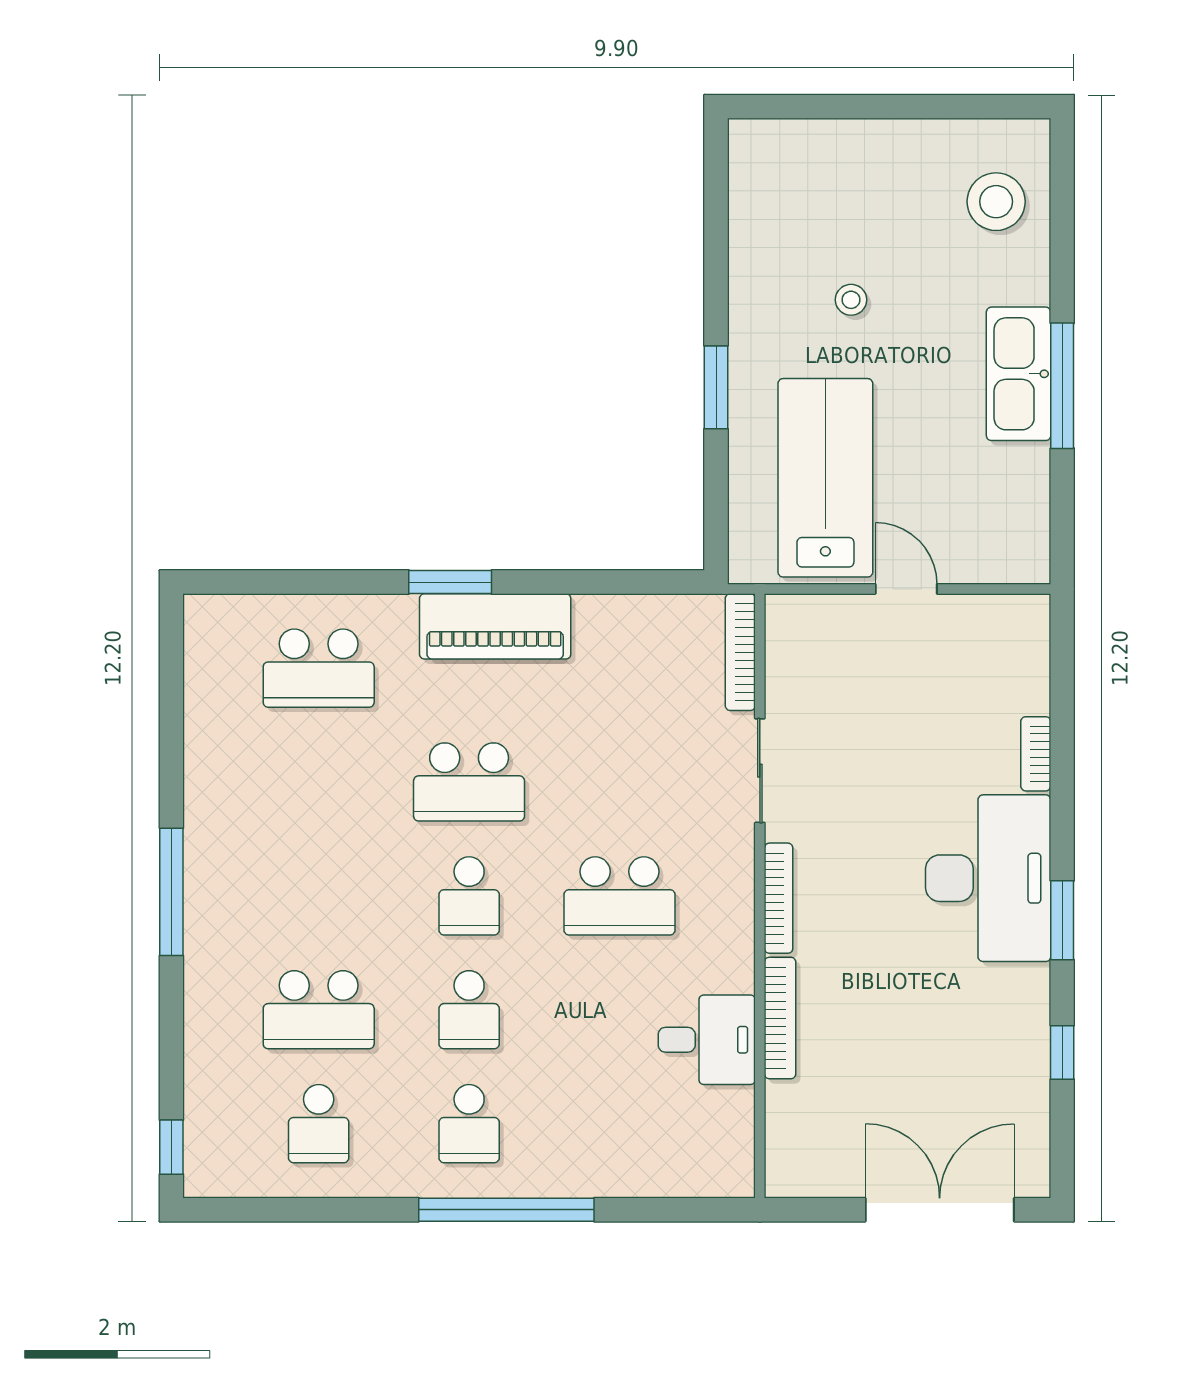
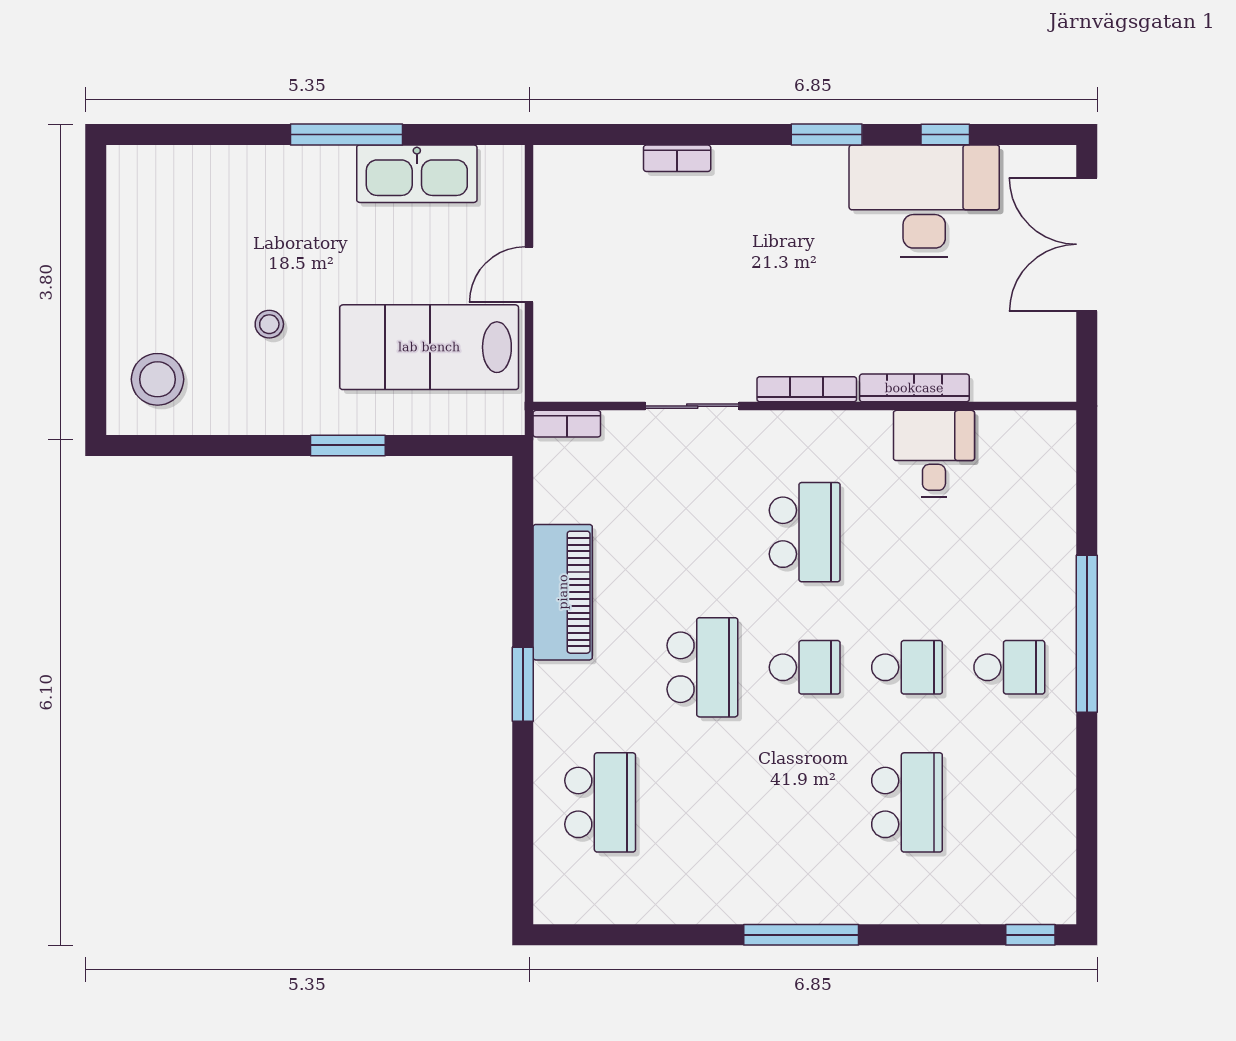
stool: (996, 202) -> (158, 379), moved
kitchen sink: (1019, 374) -> (417, 174), moved
piano: (495, 626) -> (563, 592), moved
bookcase: (740, 652) -> (567, 424), width x0.64
desk: (988, 878) -> (924, 201), moved
school desk: (319, 1124) -> (1009, 802), removed

